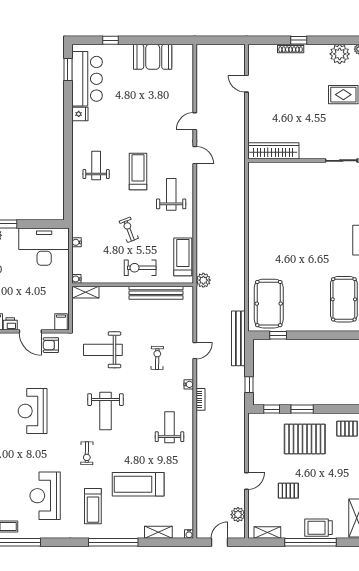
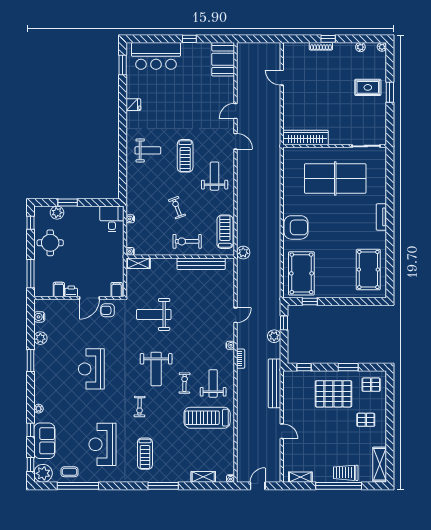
window: (110, 40) -> (189, 39), moved
plant: (340, 54) -> (360, 47), width x0.53, depth x0.53
booth: (153, 57) -> (223, 59), moved, turned 90
bar counter: (87, 79) -> (156, 56), moved, turned 90
weight bench: (96, 165) -> (148, 150), turned 90
treadmill: (138, 172) -> (185, 156), turned 180
table tennis table: (307, 197) -> (335, 179), added
desk: (44, 247) -> (112, 219), width x0.53, depth x0.77
armchair: (263, 252) -> (296, 227), added
door: (30, 331) -> (89, 298), hinge flipped
bench: (238, 338) -> (274, 383), moved
exercise bike: (157, 358) -> (185, 383), moved
window: (249, 385) -> (284, 323), moved
window: (302, 409) -> (348, 367), moved
door: (247, 481) -> (282, 431), hinge flipped
treadmill: (138, 484) -> (207, 418), moved
pallet: (288, 491) -> (366, 420), moved
plant: (238, 515) -> (274, 336), moved
window: (113, 542) -> (163, 486), width x0.68

